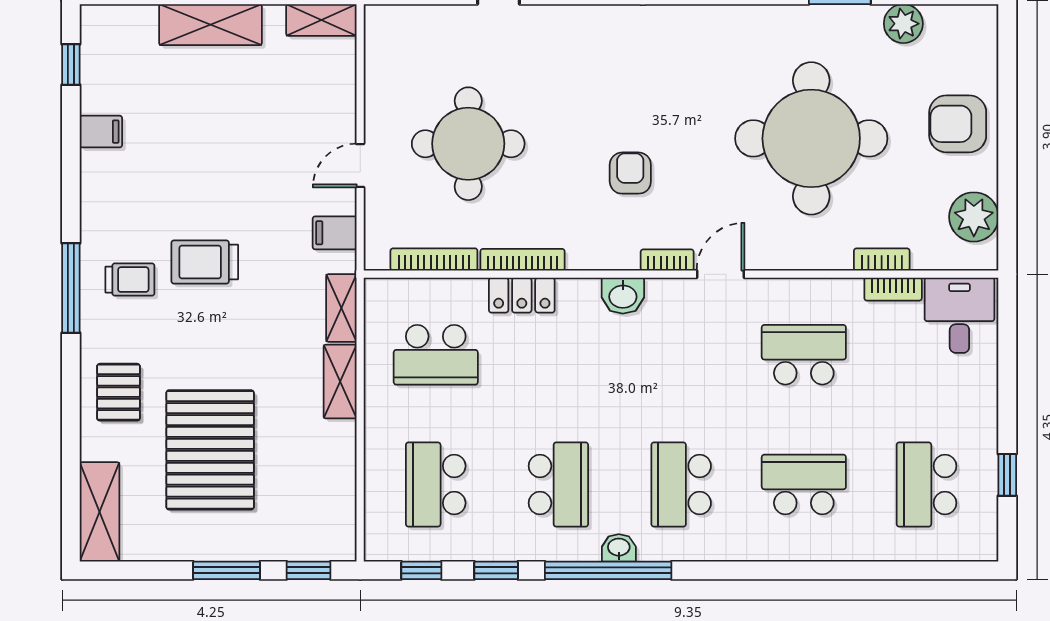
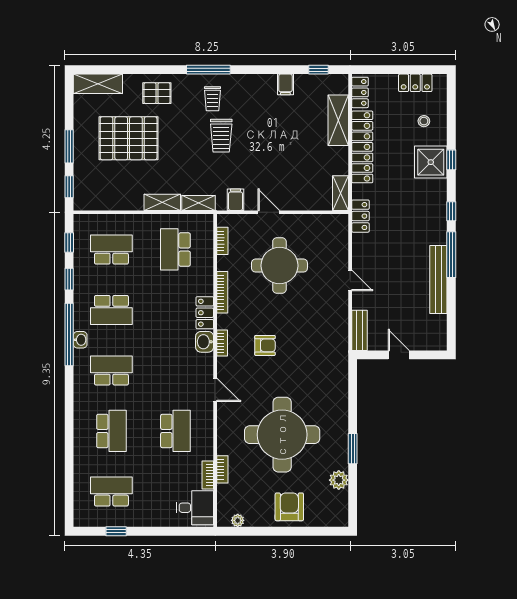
shelving: (210, 25) -> (338, 120), moved
plant: (974, 217) -> (238, 520), width x0.53, depth x0.53
bookcase: (434, 259) -> (222, 241), width x0.64
bookcase: (667, 260) -> (222, 343), moved
trolley: (205, 262) -> (221, 136), turned 180
locker: (522, 295) -> (205, 313), moved

